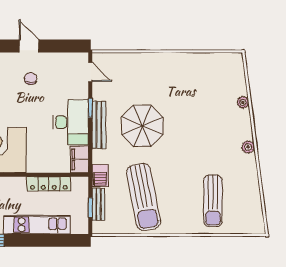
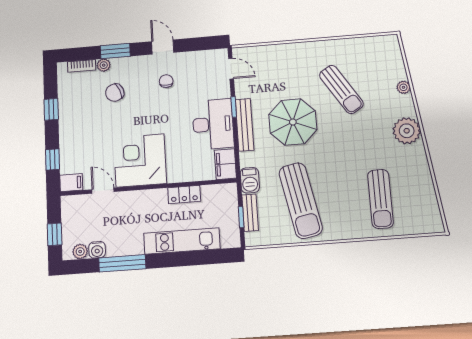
sun lounger: (188, 100) -> (341, 89), added
plant: (248, 147) -> (407, 131), width x1.87, depth x1.87
locker: (49, 184) -> (184, 194), width x0.66

